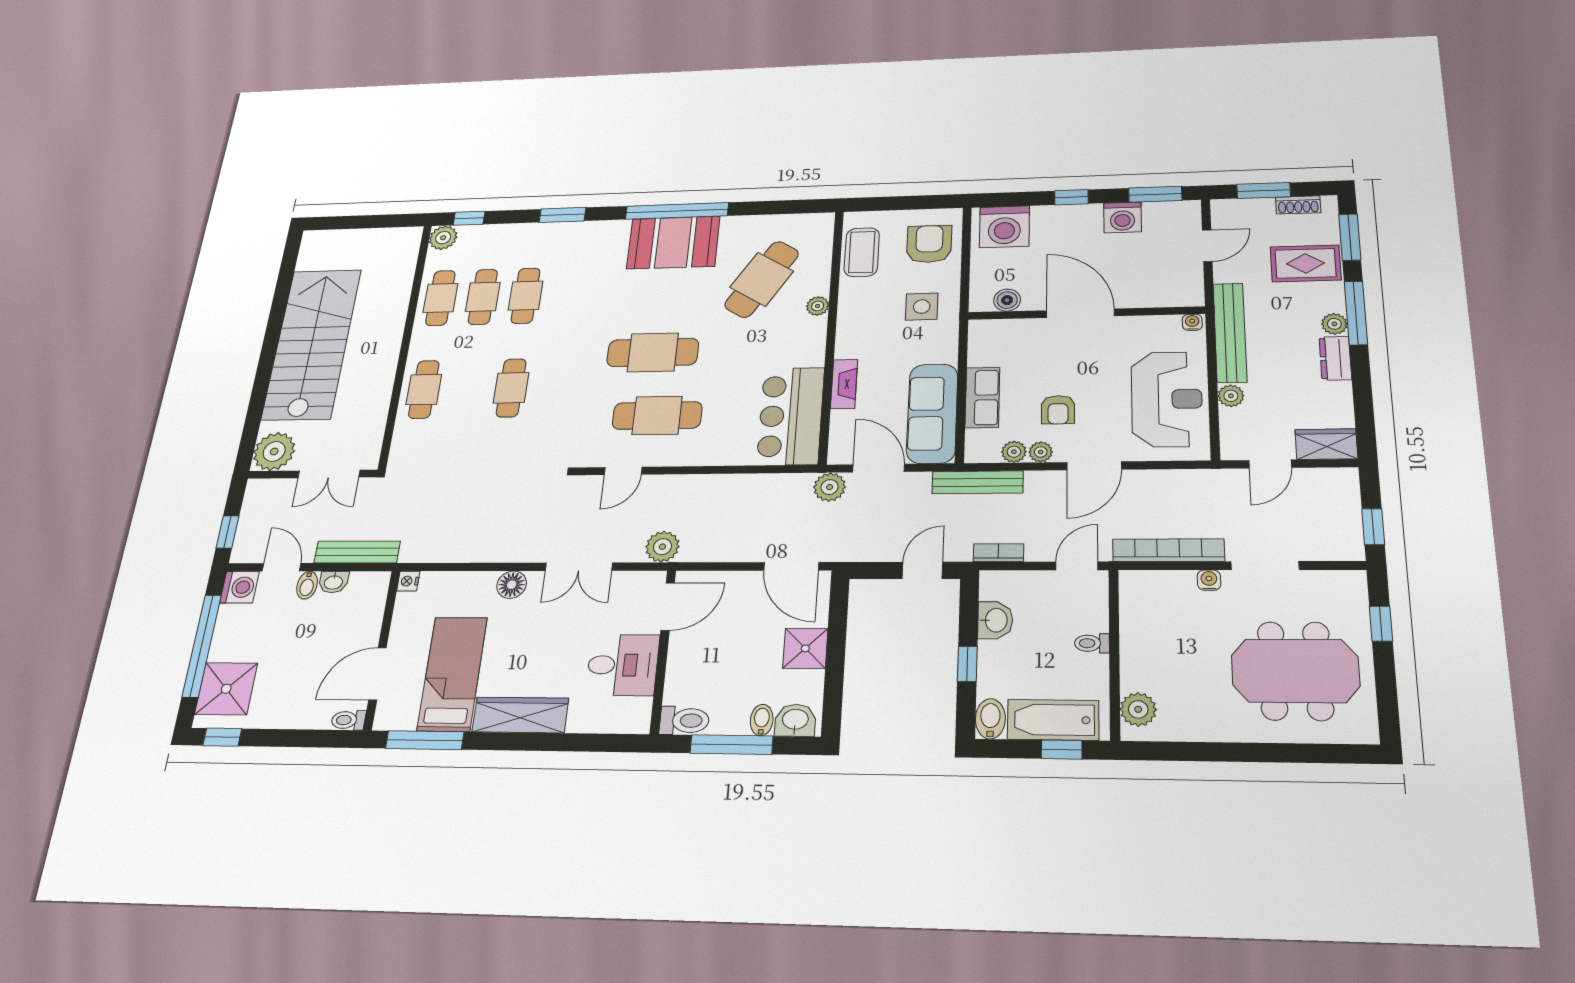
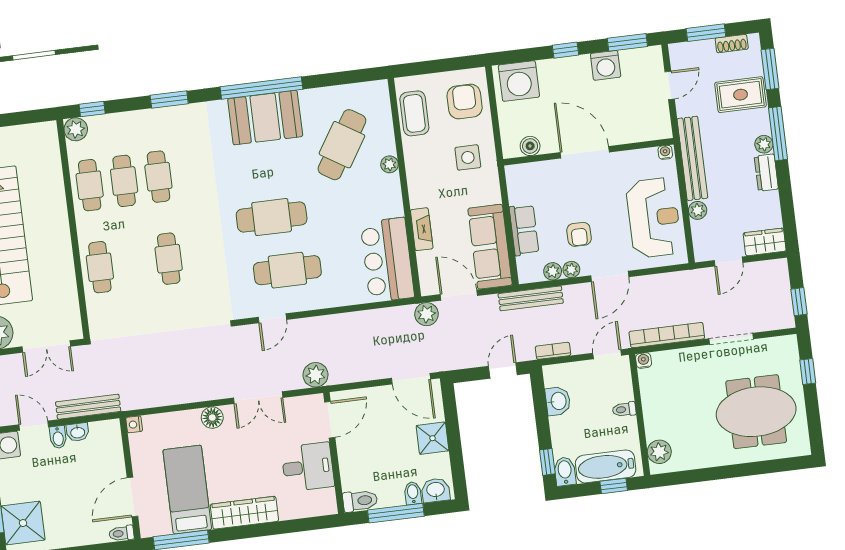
water cooler: (1209, 580) -> (644, 360), moved
window: (967, 664) -> (547, 462), moved

